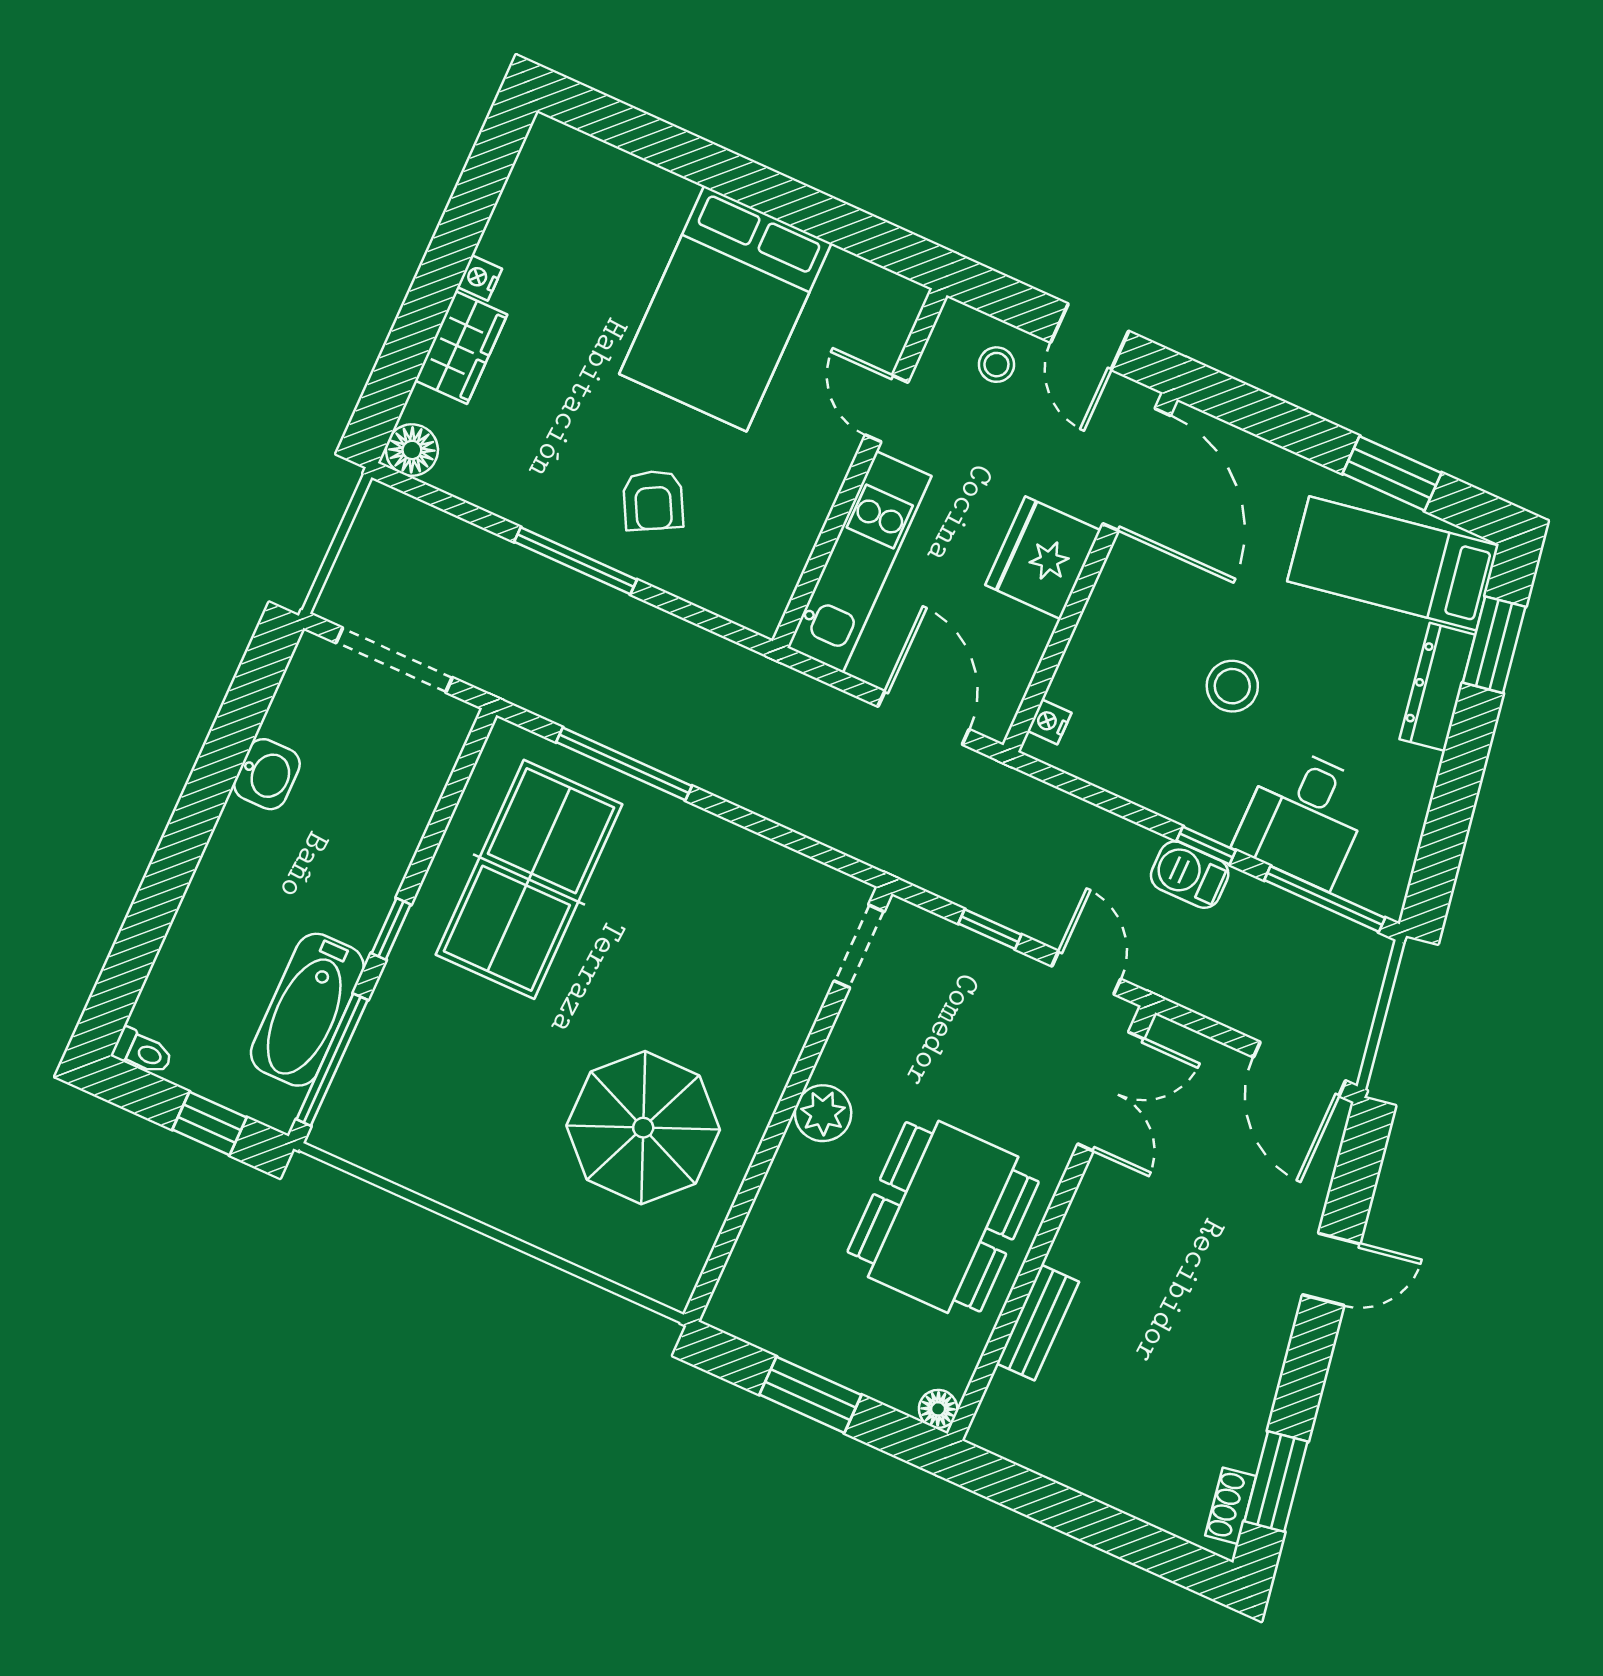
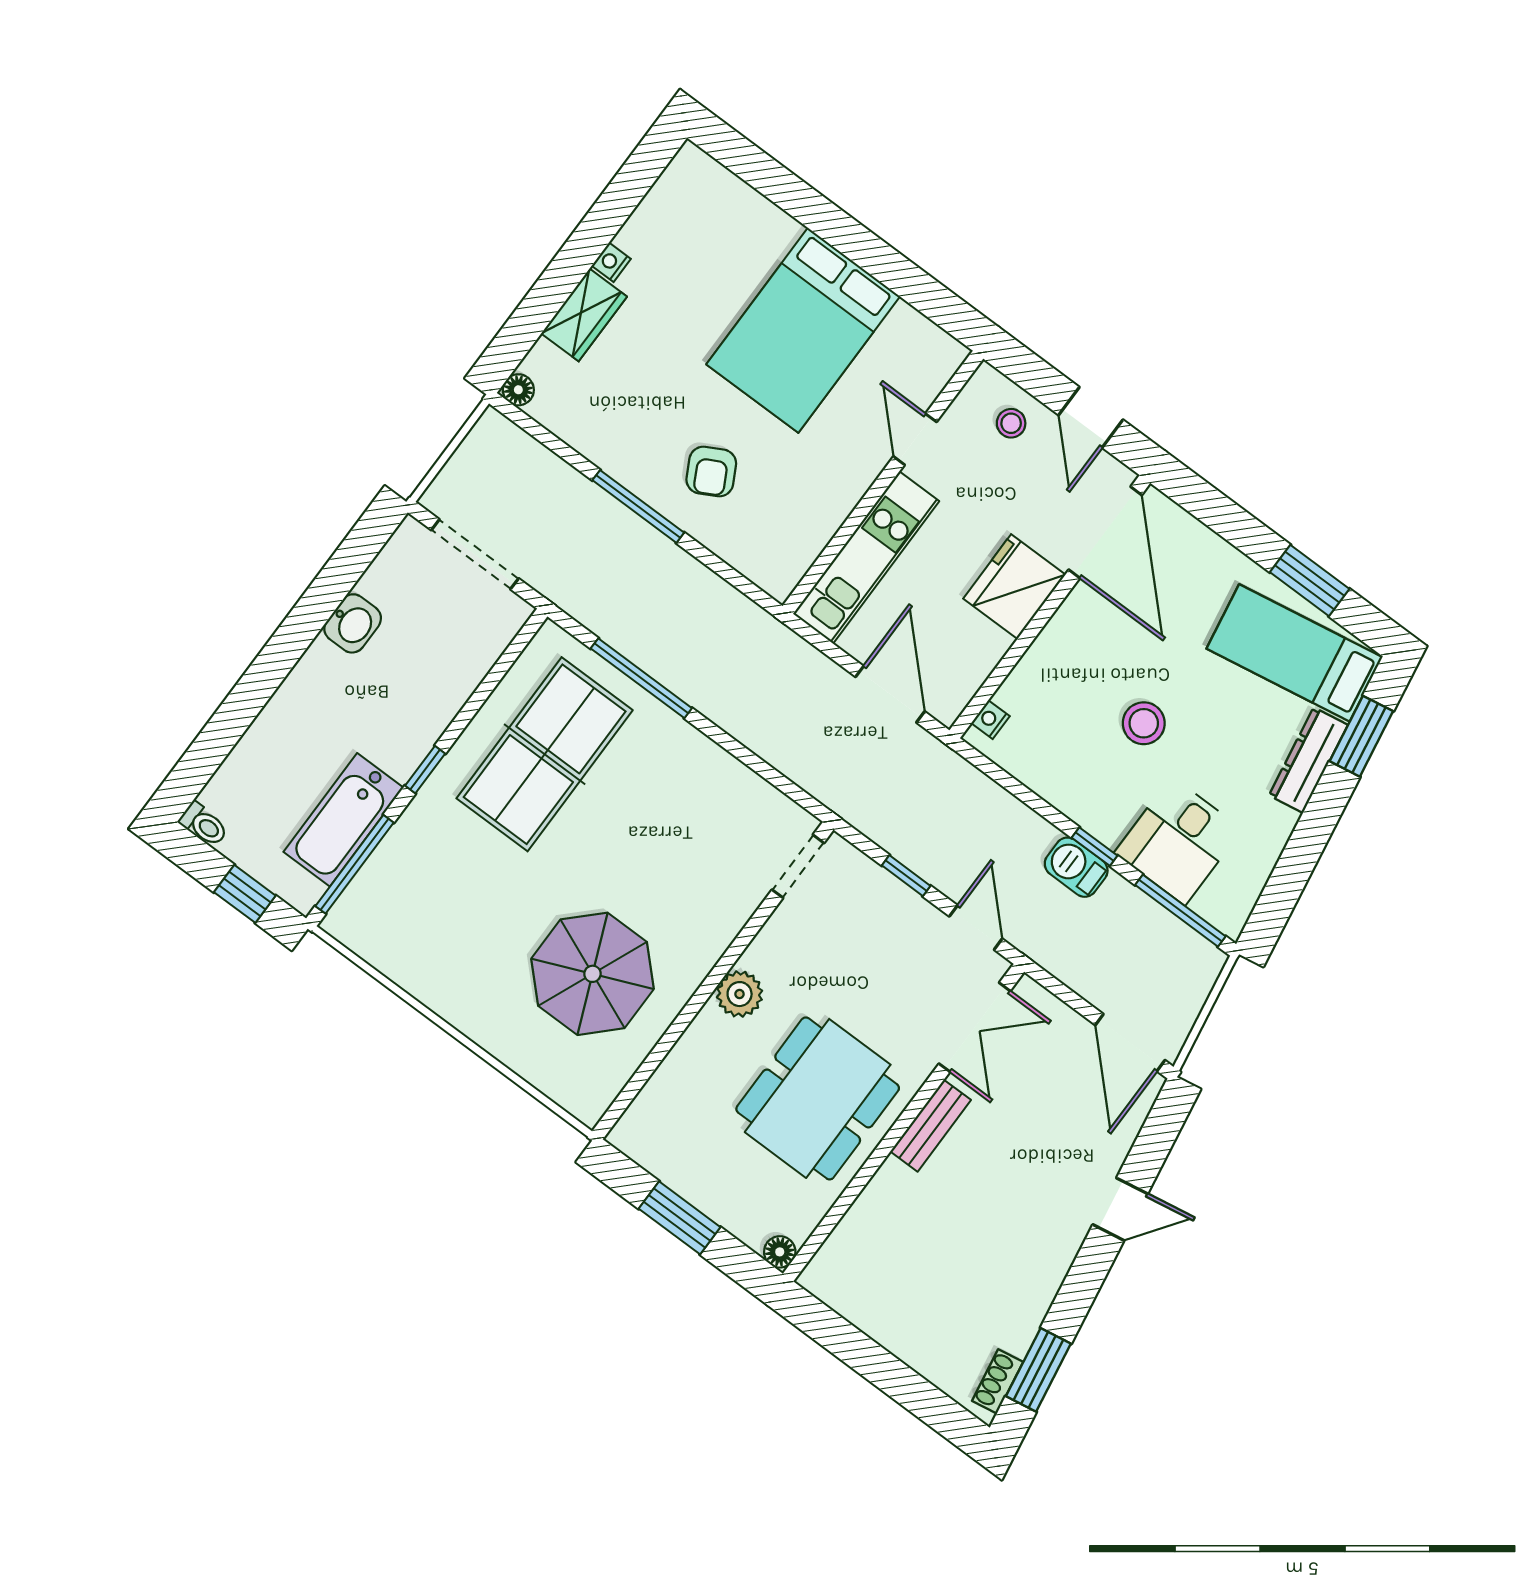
floor lamp: (412, 450) -> (518, 390), width x0.73, depth x0.73
bench: (1038, 1323) -> (931, 1126), moved

